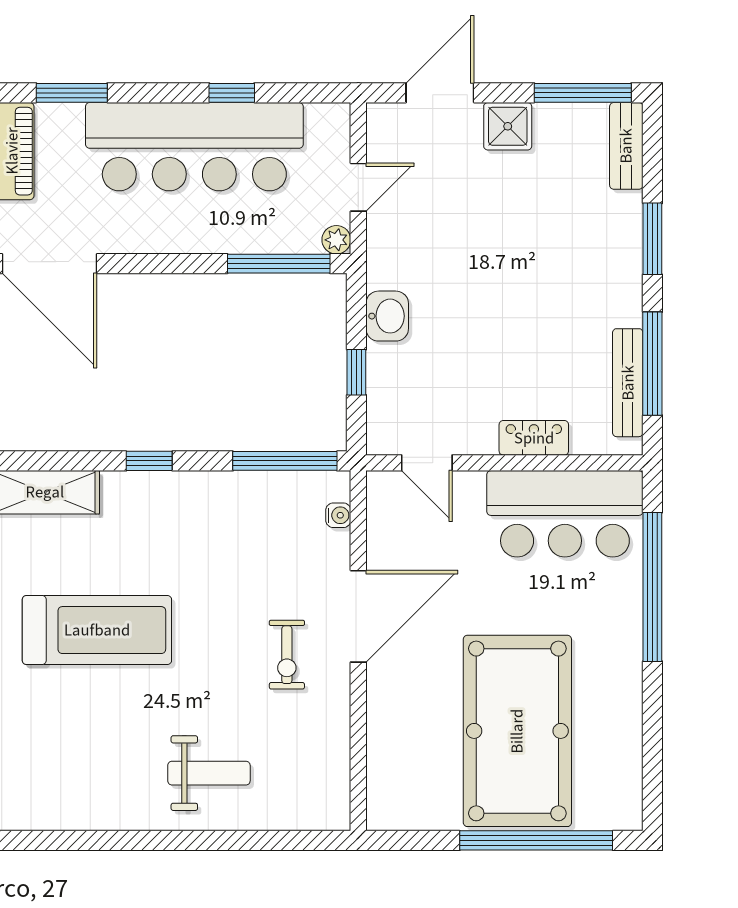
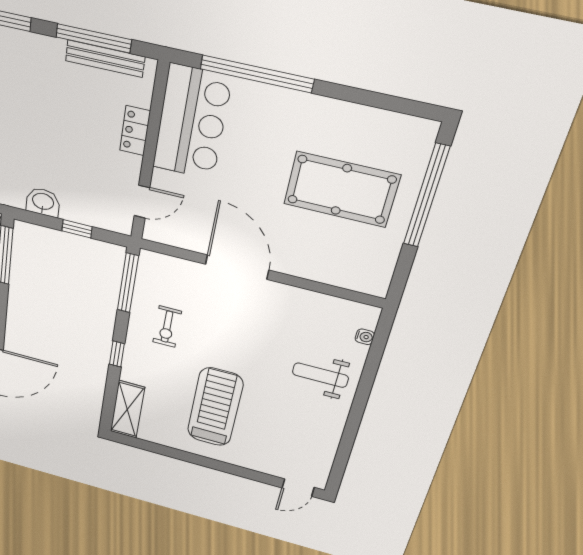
water cooler: (338, 515) -> (365, 337), moved, turned 90
exercise bike: (287, 655) -> (167, 327), moved, turned 90
pool table: (517, 731) -> (341, 190), width x0.73, depth x0.76
weight bench: (209, 773) -> (320, 375), turned -90

